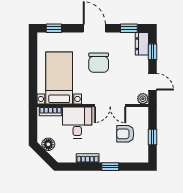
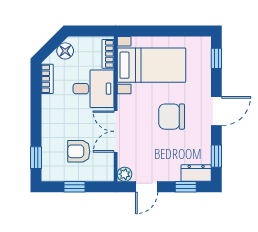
armchair: (125, 134) -> (79, 151), turned -90
bookcase: (88, 158) -> (47, 79), moved
window: (110, 167) -> (36, 158), moved

